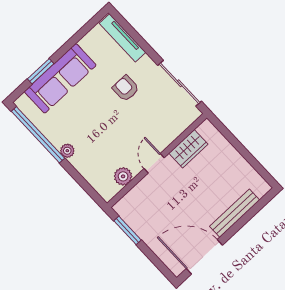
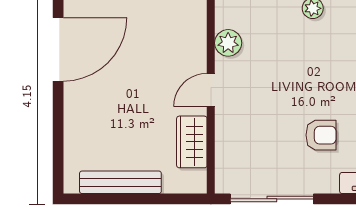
door: (154, 163) -> (211, 90), swing flipped
bench: (235, 213) -> (120, 182), moved, turned 90

